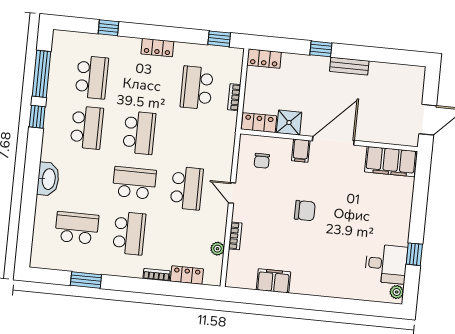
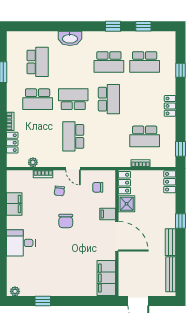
bench: (395, 70) -> (171, 274), added
window: (41, 74) -> (143, 26), width x0.46
school desk: (197, 88) -> (145, 136), turned 180
school desk: (139, 133) -> (109, 99), turned -90
school desk: (134, 183) -> (73, 99), turned -90
school desk: (187, 188) -> (73, 136), turned 90
door: (232, 193) -> (73, 169), swing flipped
chair: (262, 215) -> (59, 191), added
desk: (386, 264) -> (21, 243), moved, turned 90

